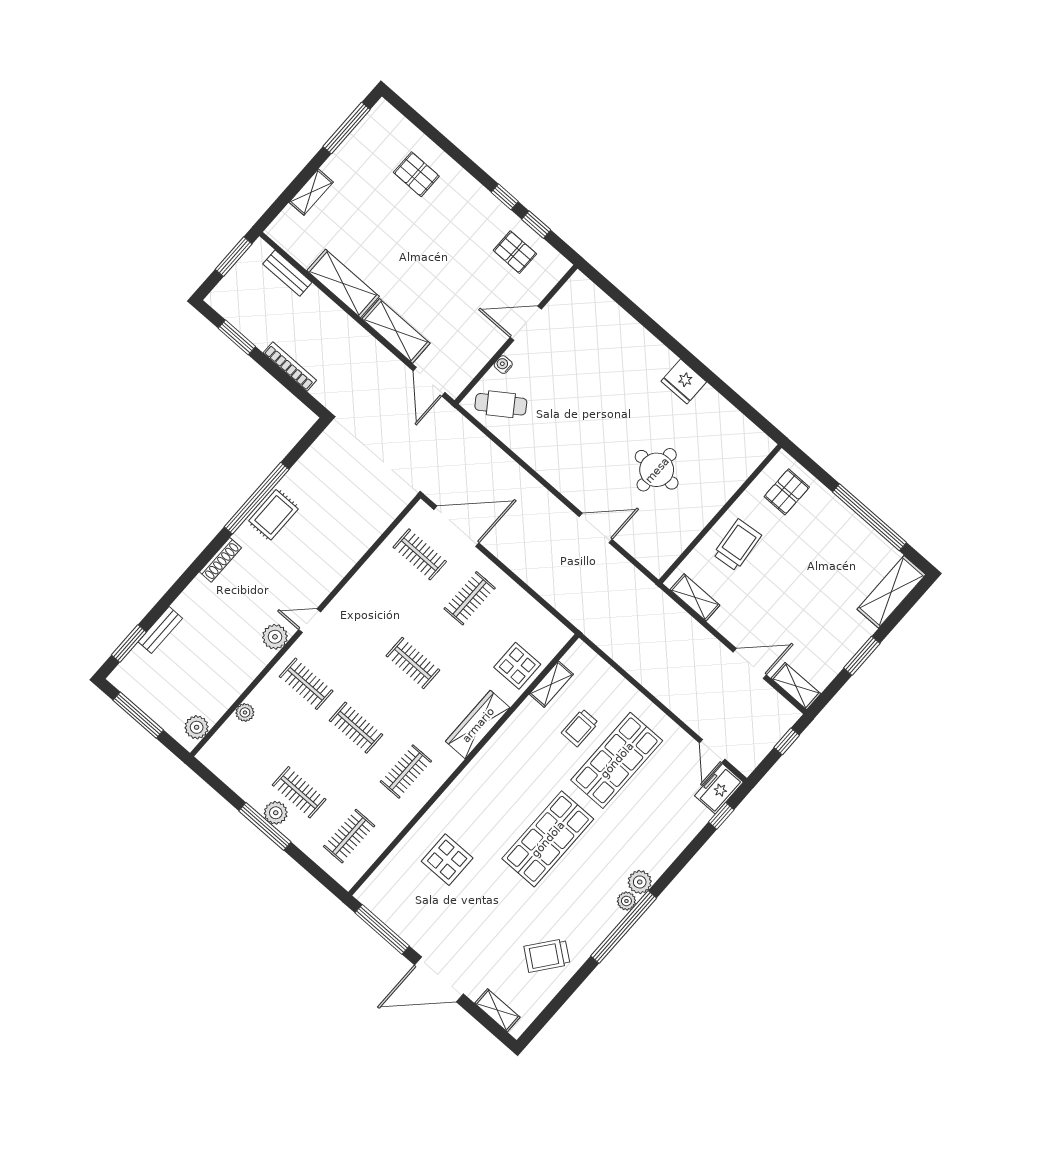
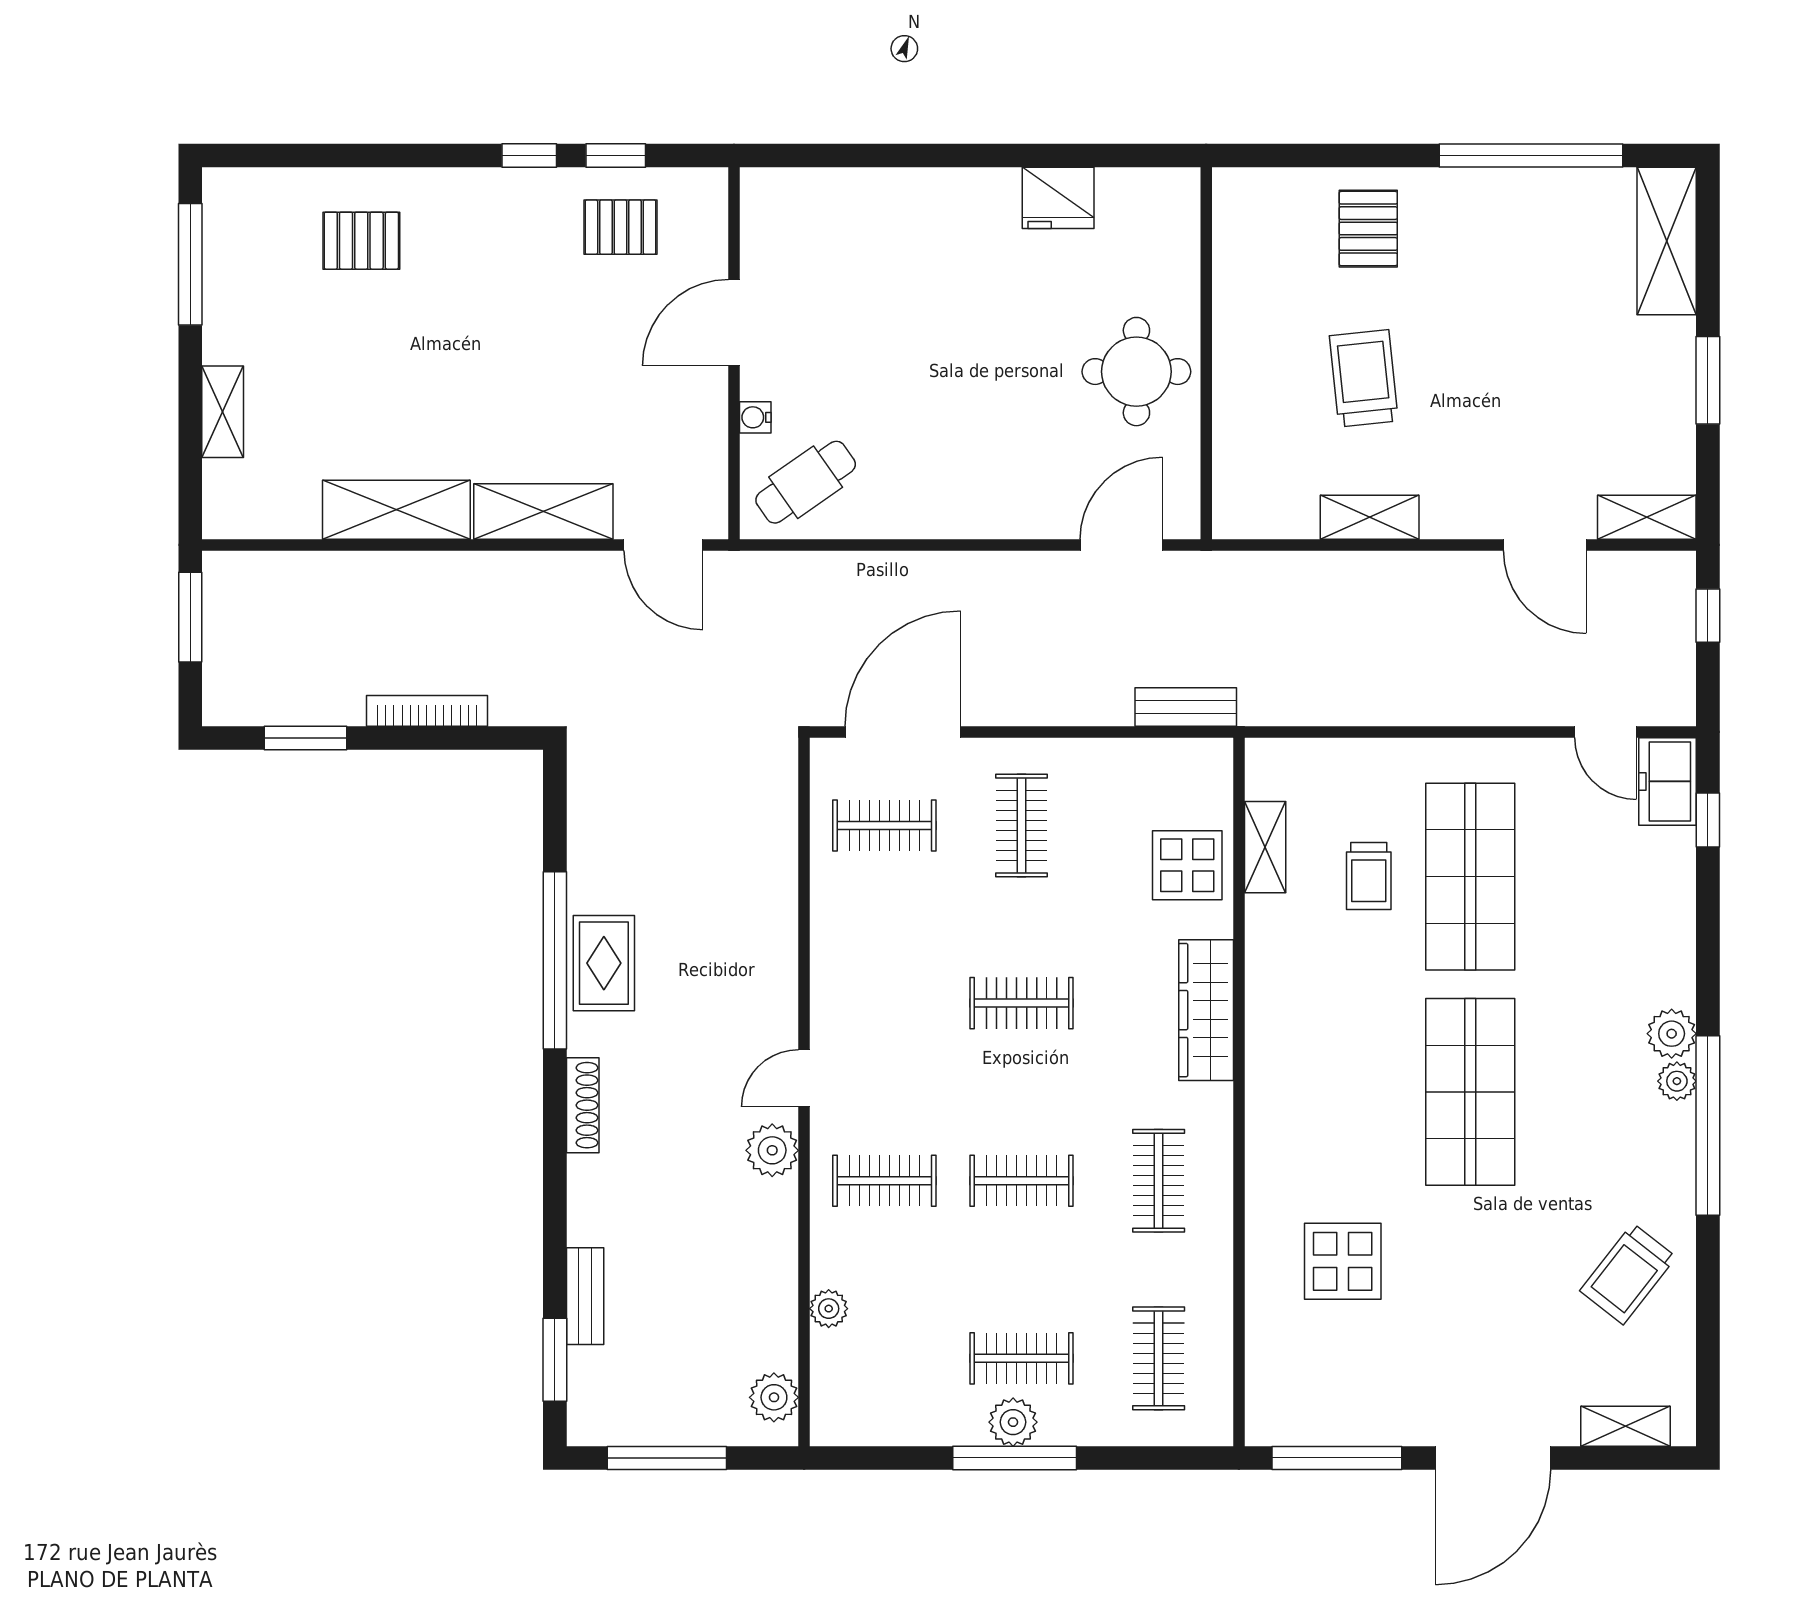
bench: (287, 273) -> (1186, 707), moved
wall: (720, 514) -> (1206, 353), moved
door: (750, 663) -> (1545, 545), swing flipped

